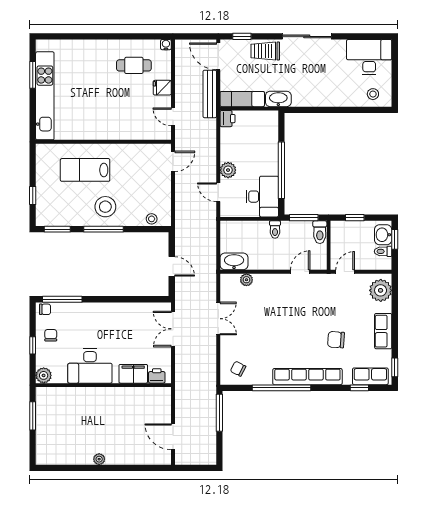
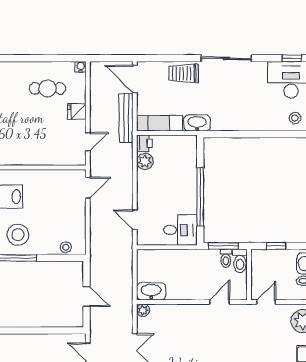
window: (242, 36) -> (292, 58), moved
door: (173, 117) -> (88, 142), swing flipped
plant: (228, 170) -> (145, 161), moved
desk: (262, 197) -> (180, 230), width x0.73
toilet: (275, 230) -> (226, 258), moved
plant: (246, 280) -> (143, 310), moved

